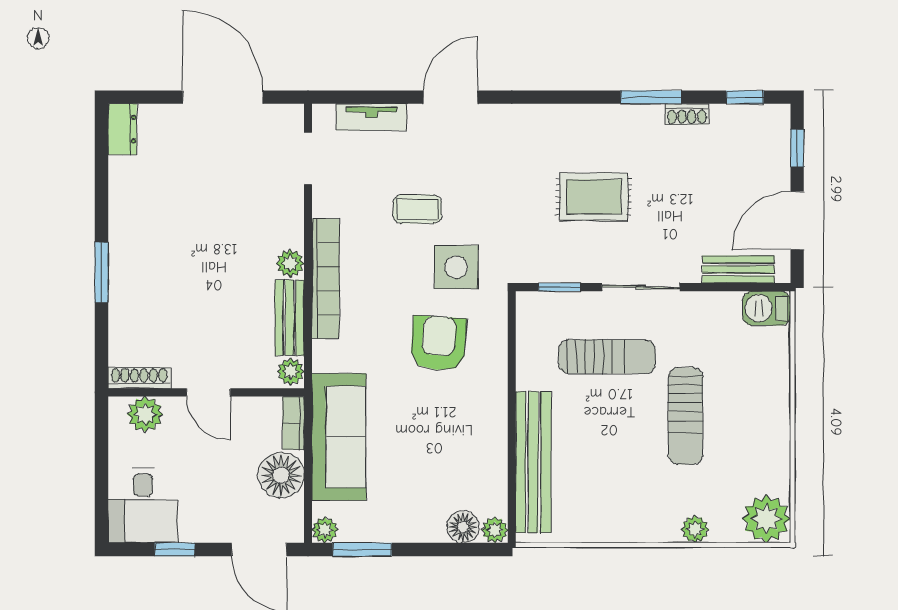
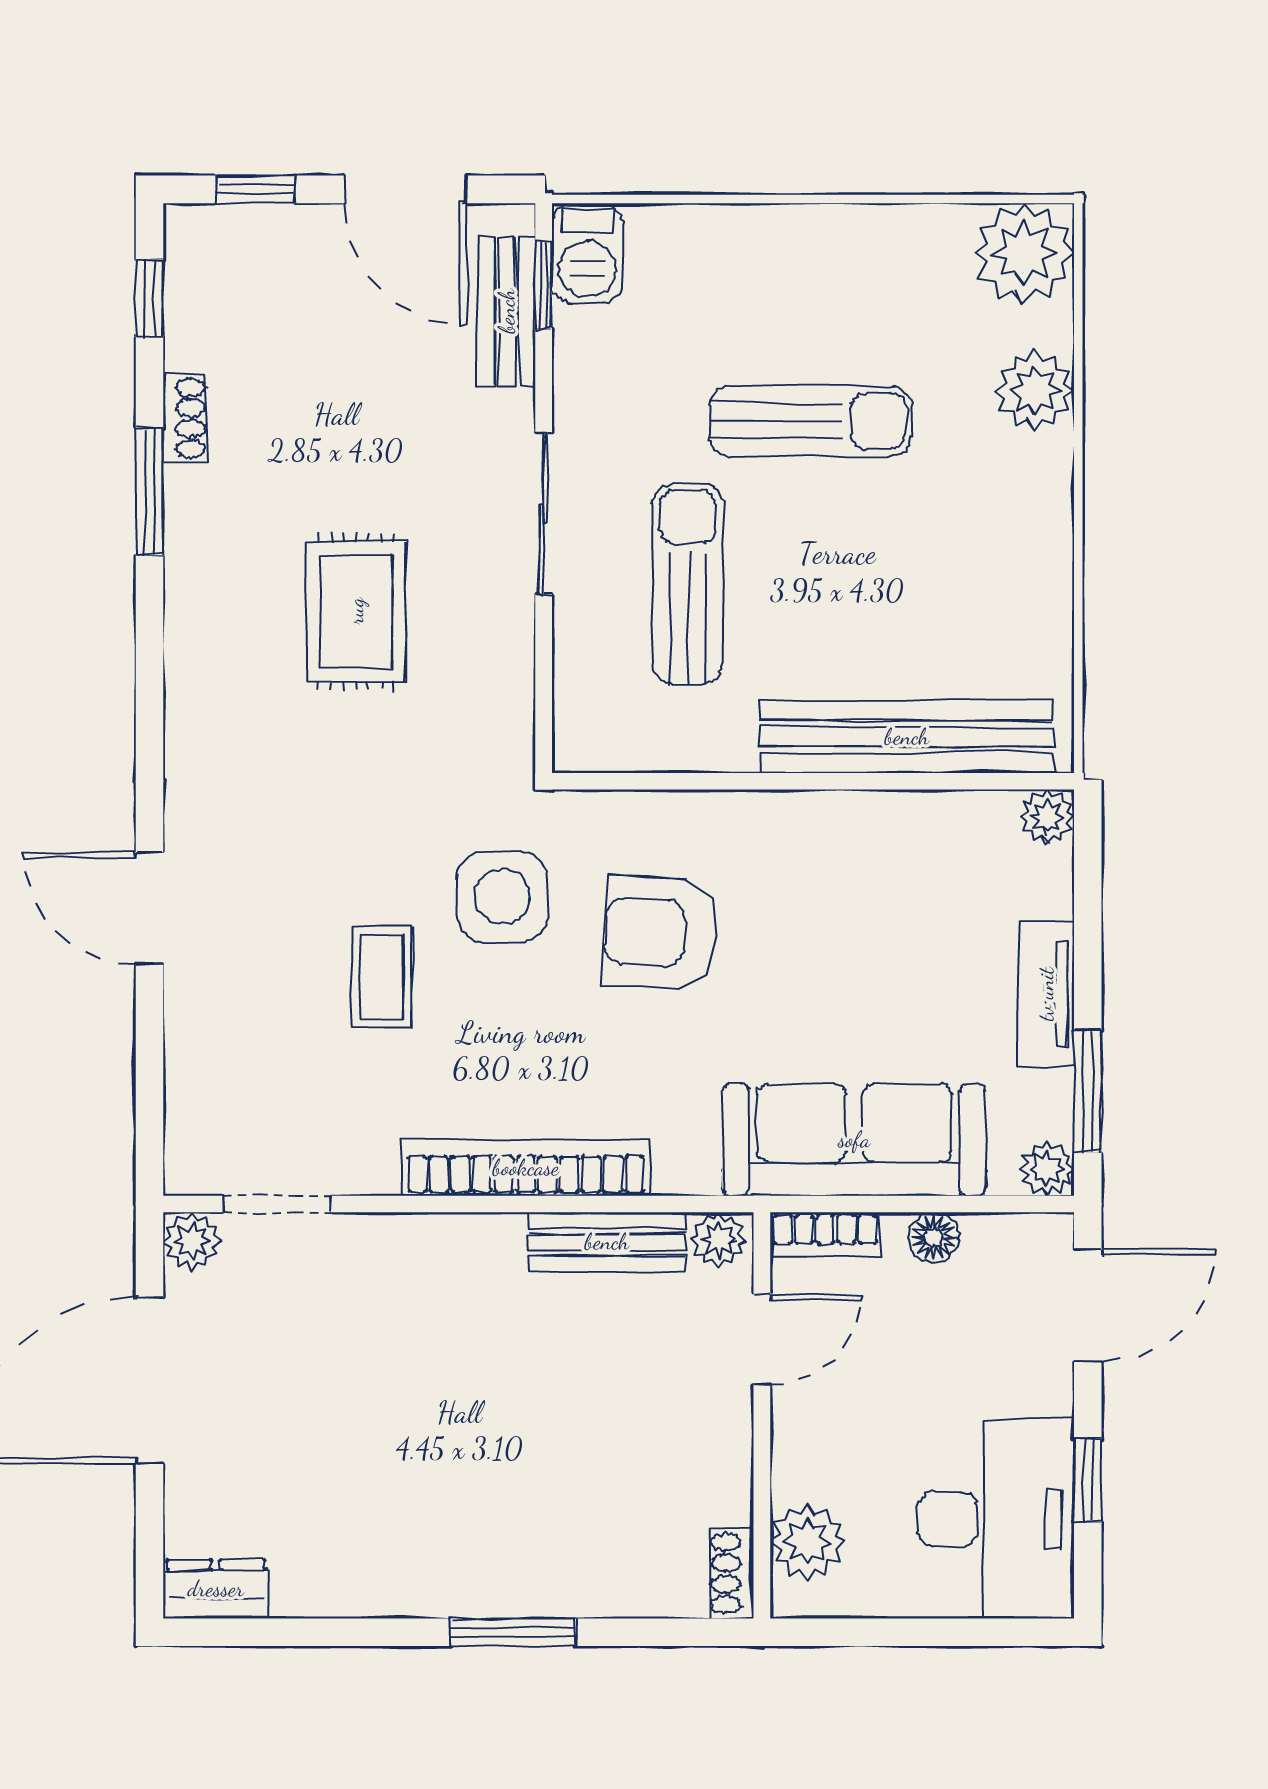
tv unit: (372, 117) -> (1046, 994), moved, turned 180
plant: (290, 263) -> (192, 1241), moved
window: (559, 287) -> (544, 285), moved
shoe rack: (139, 378) -> (732, 1573), width x0.70
door: (208, 392) -> (762, 1339), moved
floor lamp: (281, 475) -> (934, 1237), width x0.53, depth x0.53
desk: (143, 505) -> (996, 1519), width x1.37
floor lamp: (463, 527) -> (1041, 882), removed
plant: (695, 529) -> (1035, 390), width x1.38, depth x1.38

